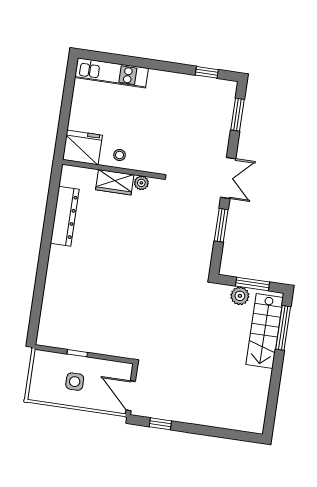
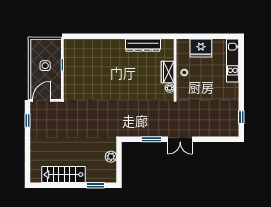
window: (238, 115) -> (219, 139), removed
fridge: (82, 147) -> (201, 48), moved, turned 90
window: (253, 284) -> (119, 163), removed
window: (283, 328) -> (96, 185), width x0.69
stairs: (265, 331) -> (63, 175), moved

